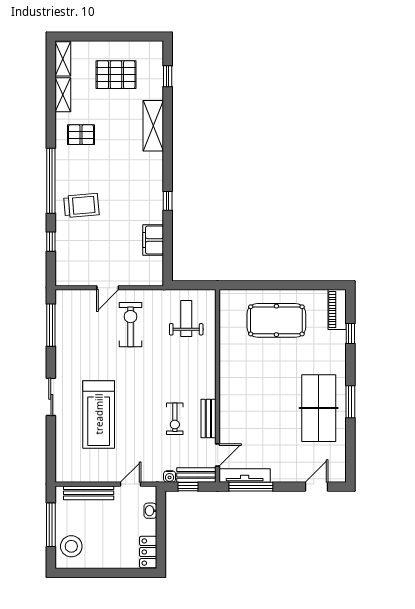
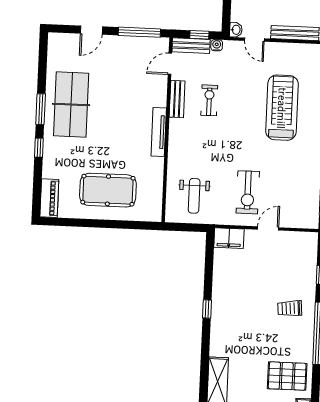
pallet: (81, 135) -> (287, 376), width x1.50, depth x1.42
trolley: (81, 205) -> (290, 308), width x0.73, depth x0.72
filing cabinet: (153, 240) -> (229, 238), moved, turned 90
window: (350, 333) -> (39, 148), moved
tv unit: (245, 476) -> (159, 132), moved, turned 90
door: (130, 484) -> (254, 40), hinge flipped
door: (317, 487) -> (91, 30), moved
washbasin: (150, 511) -> (236, 30), moved

